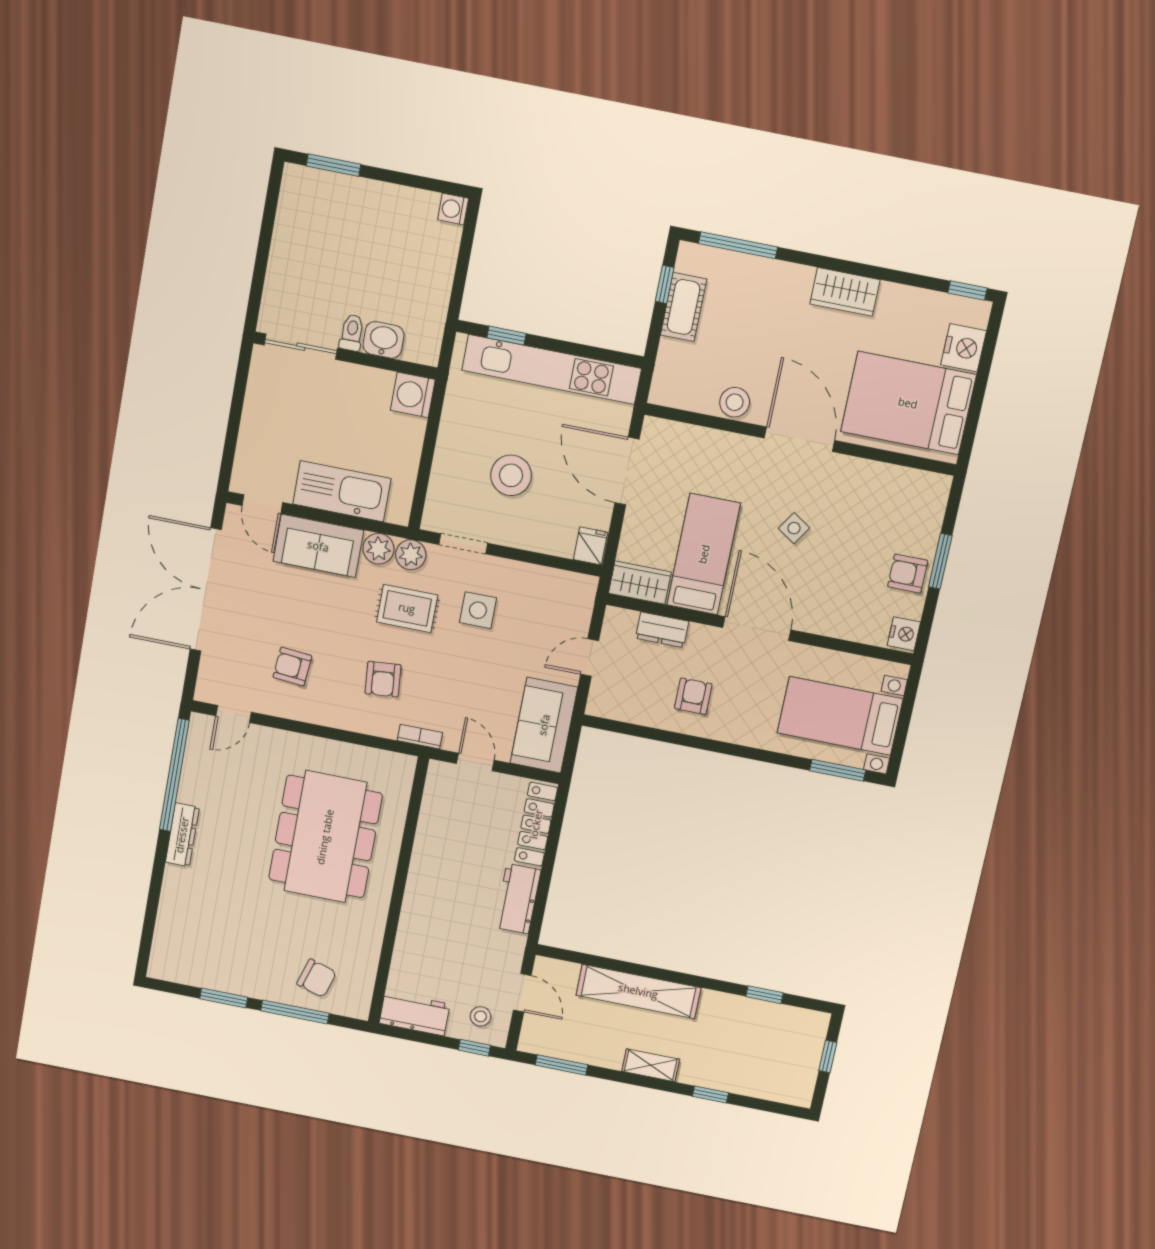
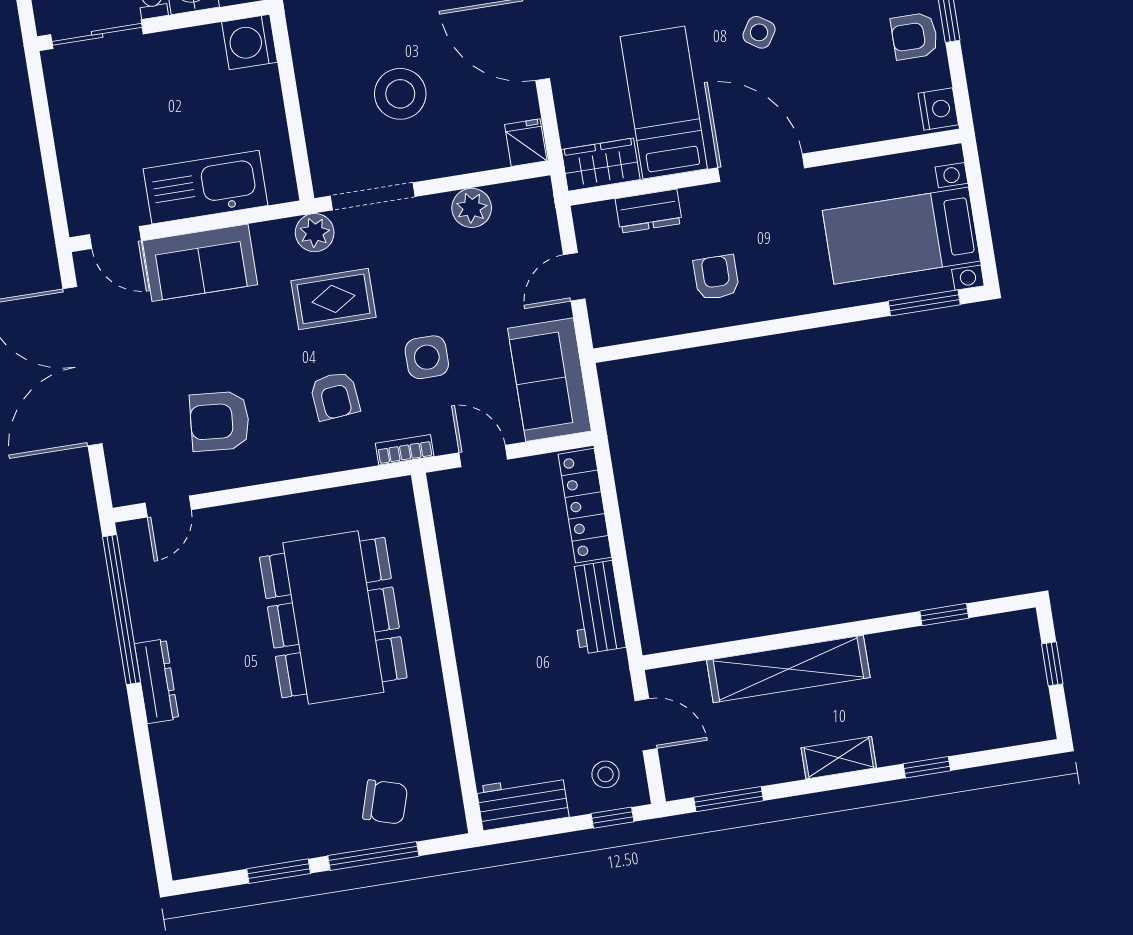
doorway: (463, 544) -> (373, 196), width x1.38
plant: (378, 549) -> (472, 208), moved
side table: (478, 610) -> (427, 357), moved
armchair: (292, 667) -> (220, 421), width x1.38, depth x1.38

